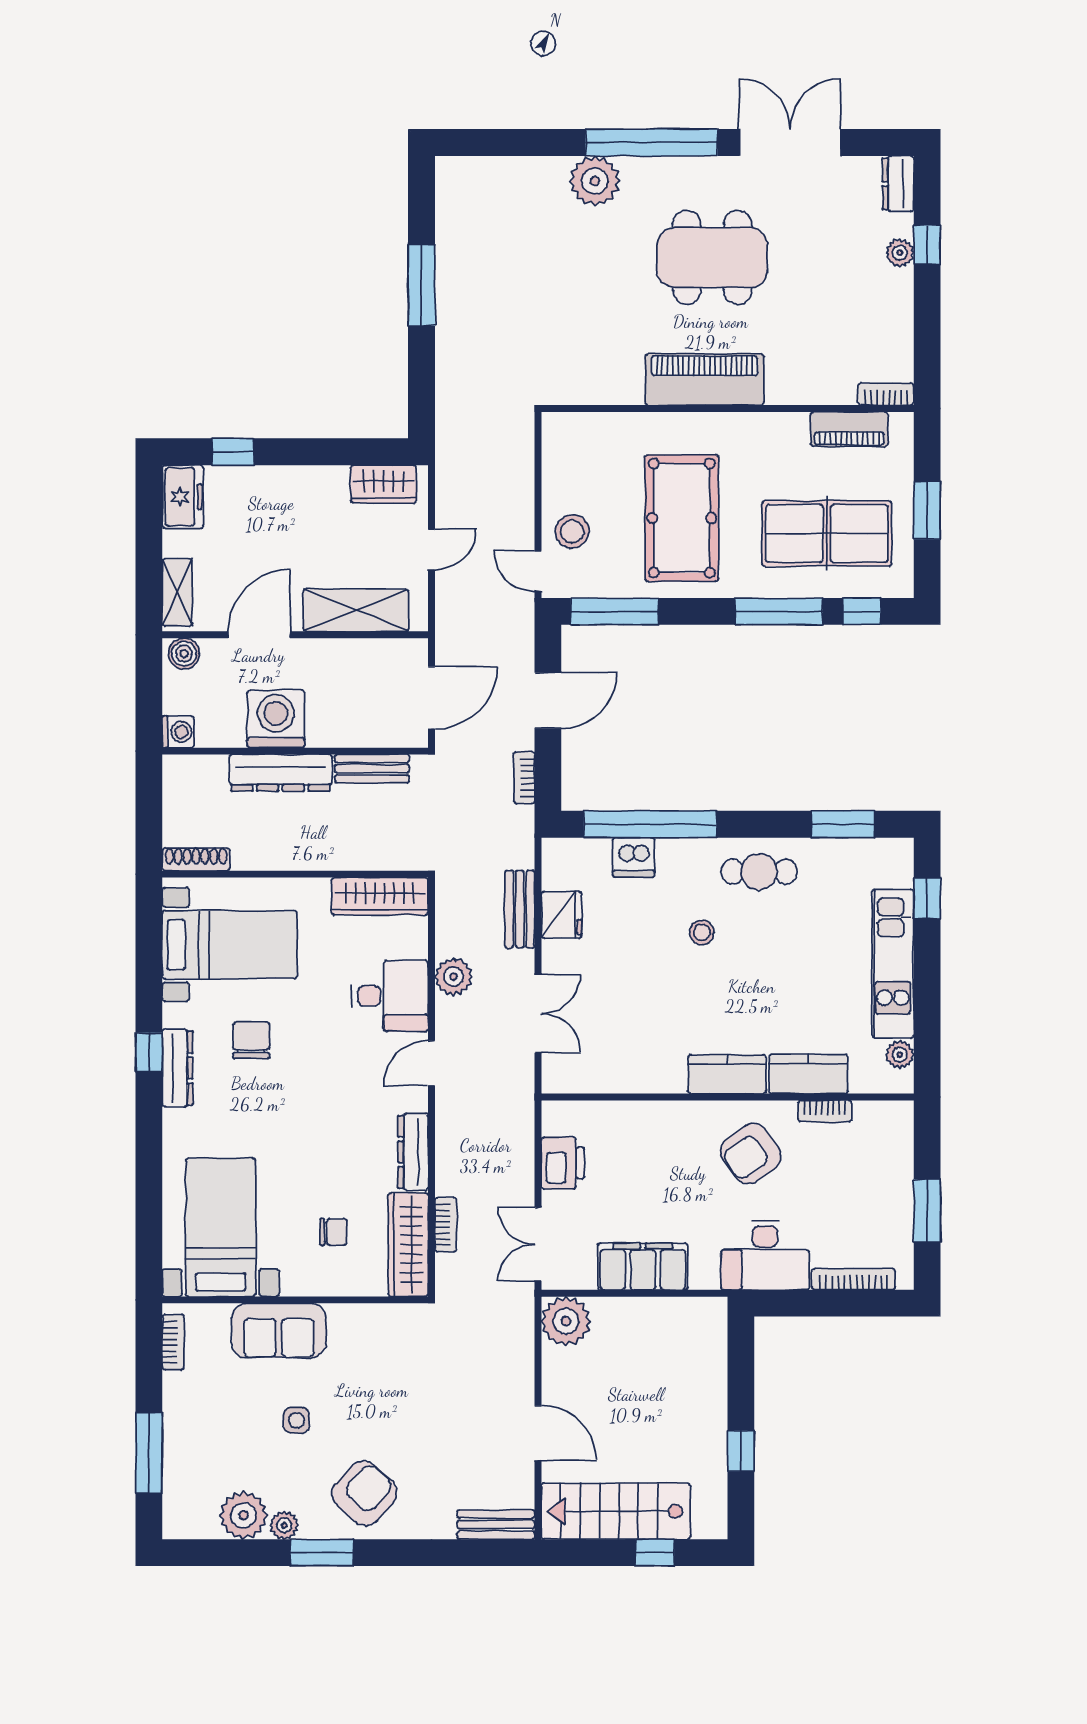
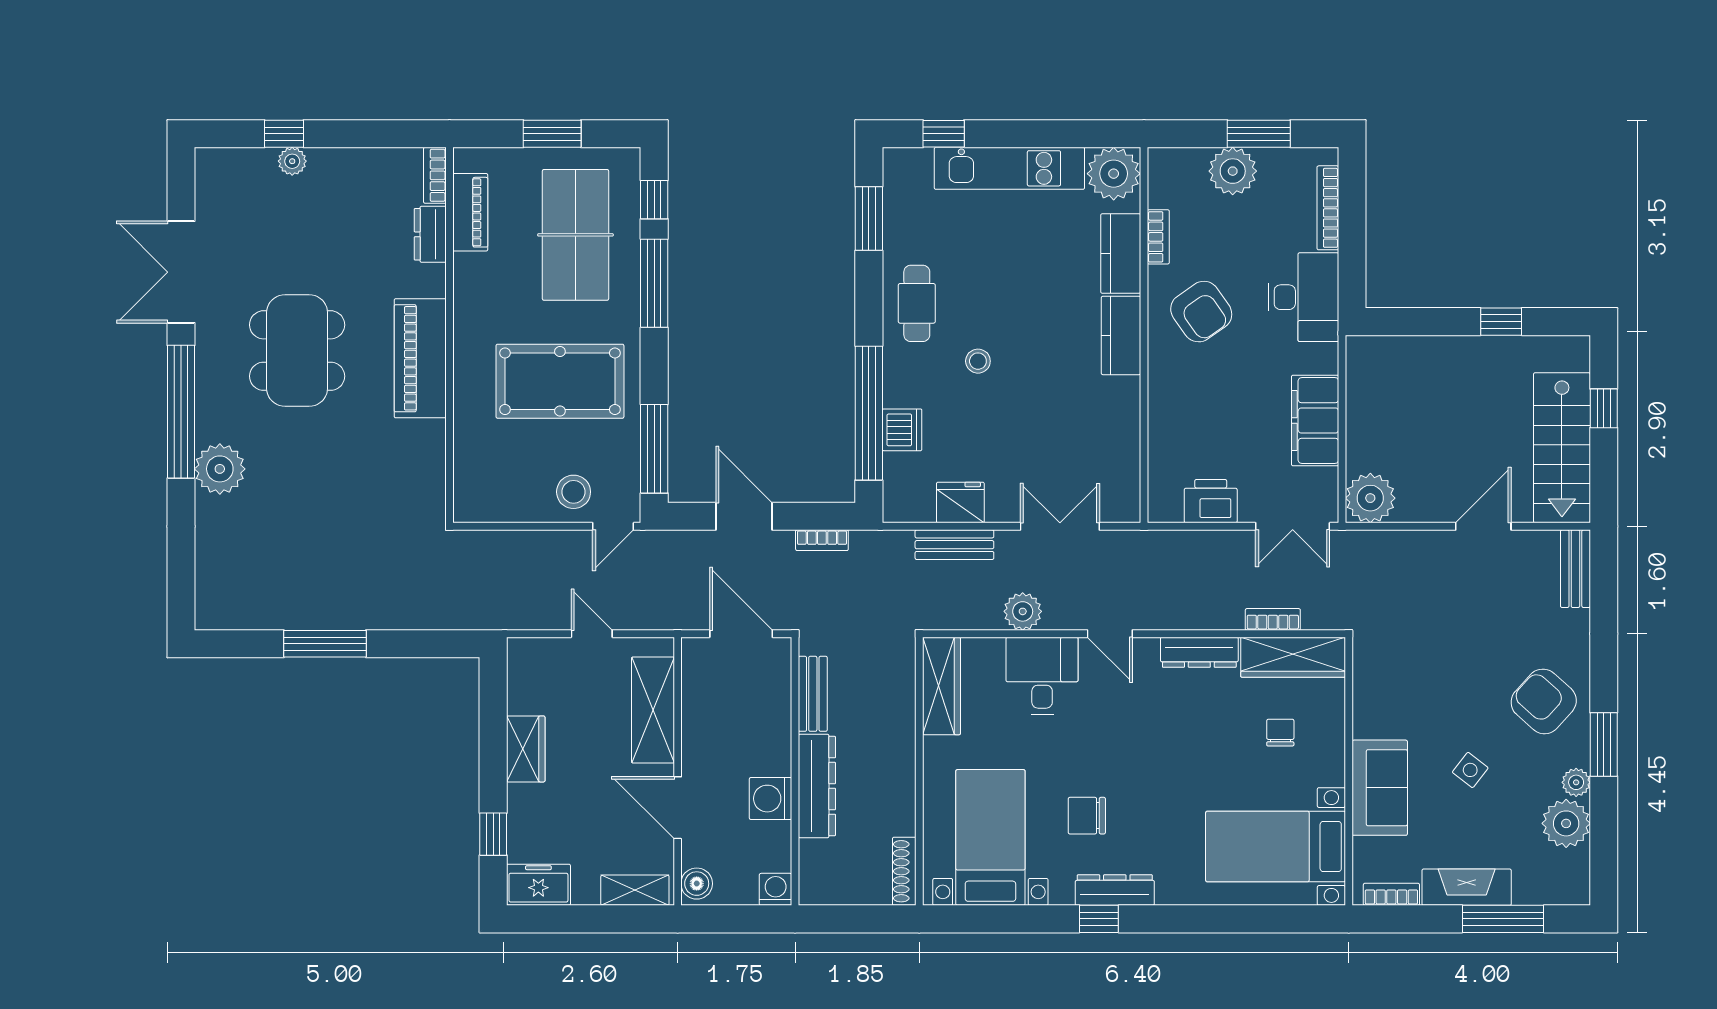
dresser: (898, 184) -> (430, 234), moved, turned 90
wardrobe: (384, 484) -> (526, 749), moved
washing machine: (276, 719) -> (771, 799), width x0.73, depth x0.73
plant: (900, 1055) -> (1114, 174), width x1.87, depth x1.87
plant: (890, 1185) -> (1233, 171), added
fireplace: (180, 1417) -> (1467, 887), added
side table: (296, 1420) -> (1470, 770), turned 38

